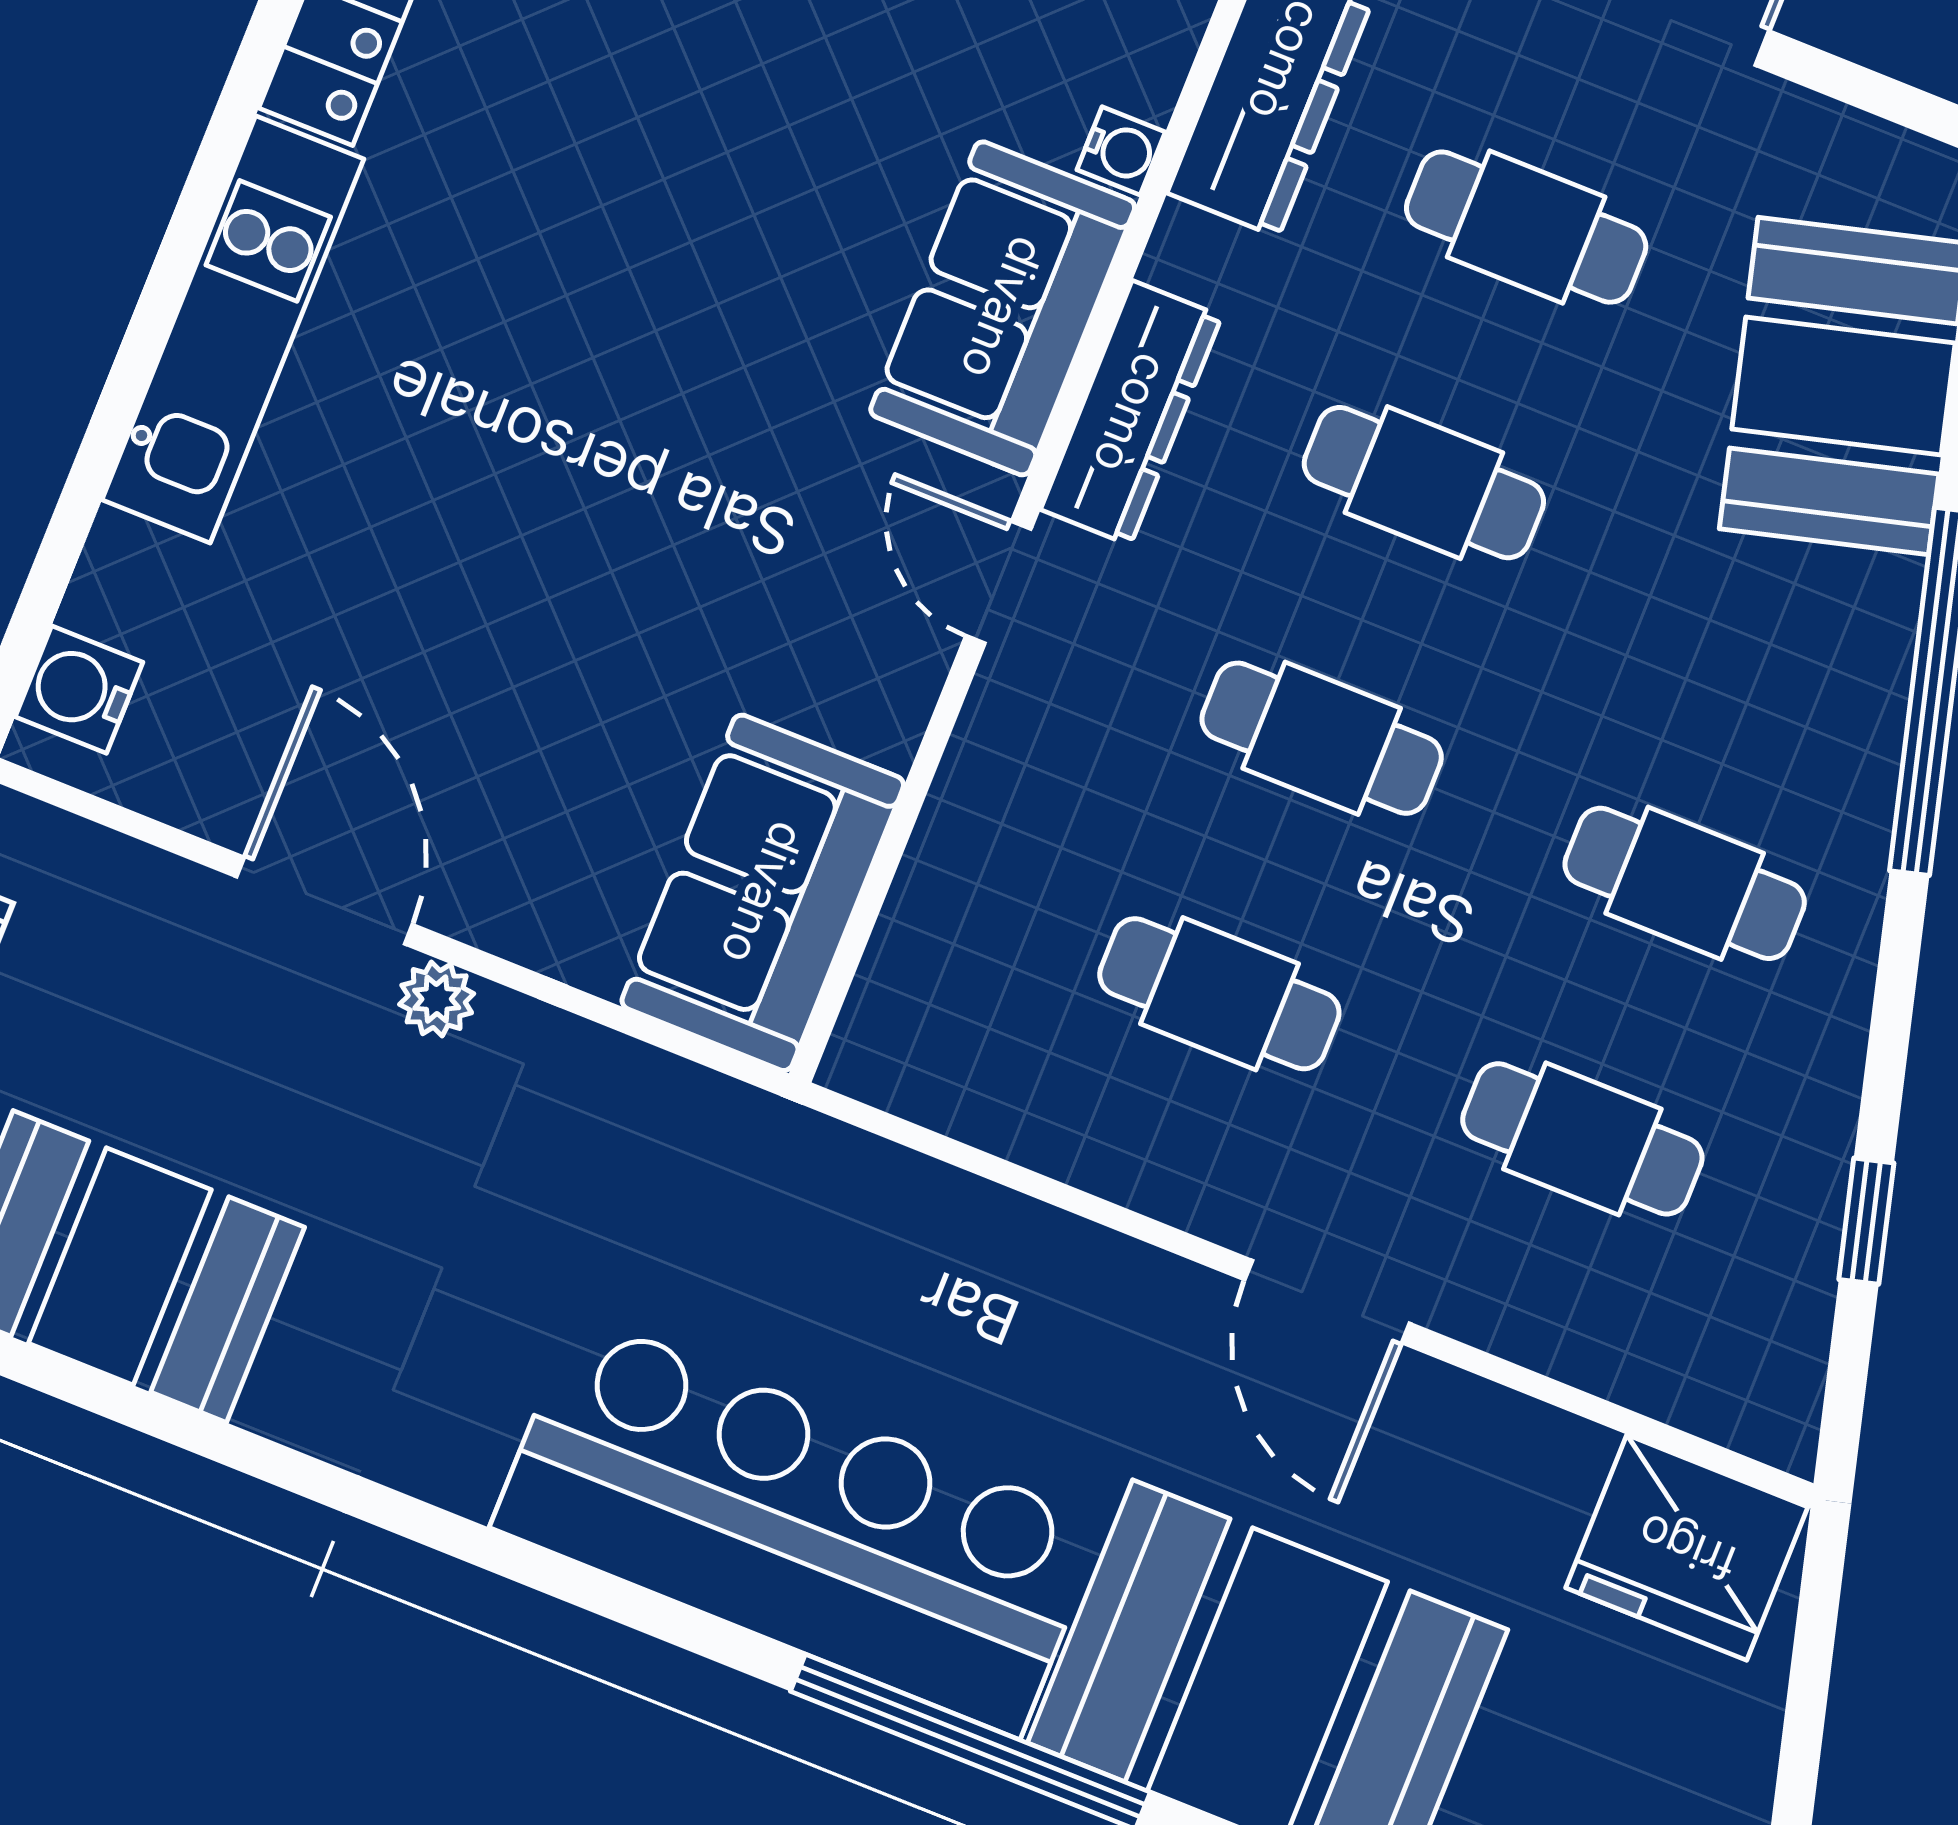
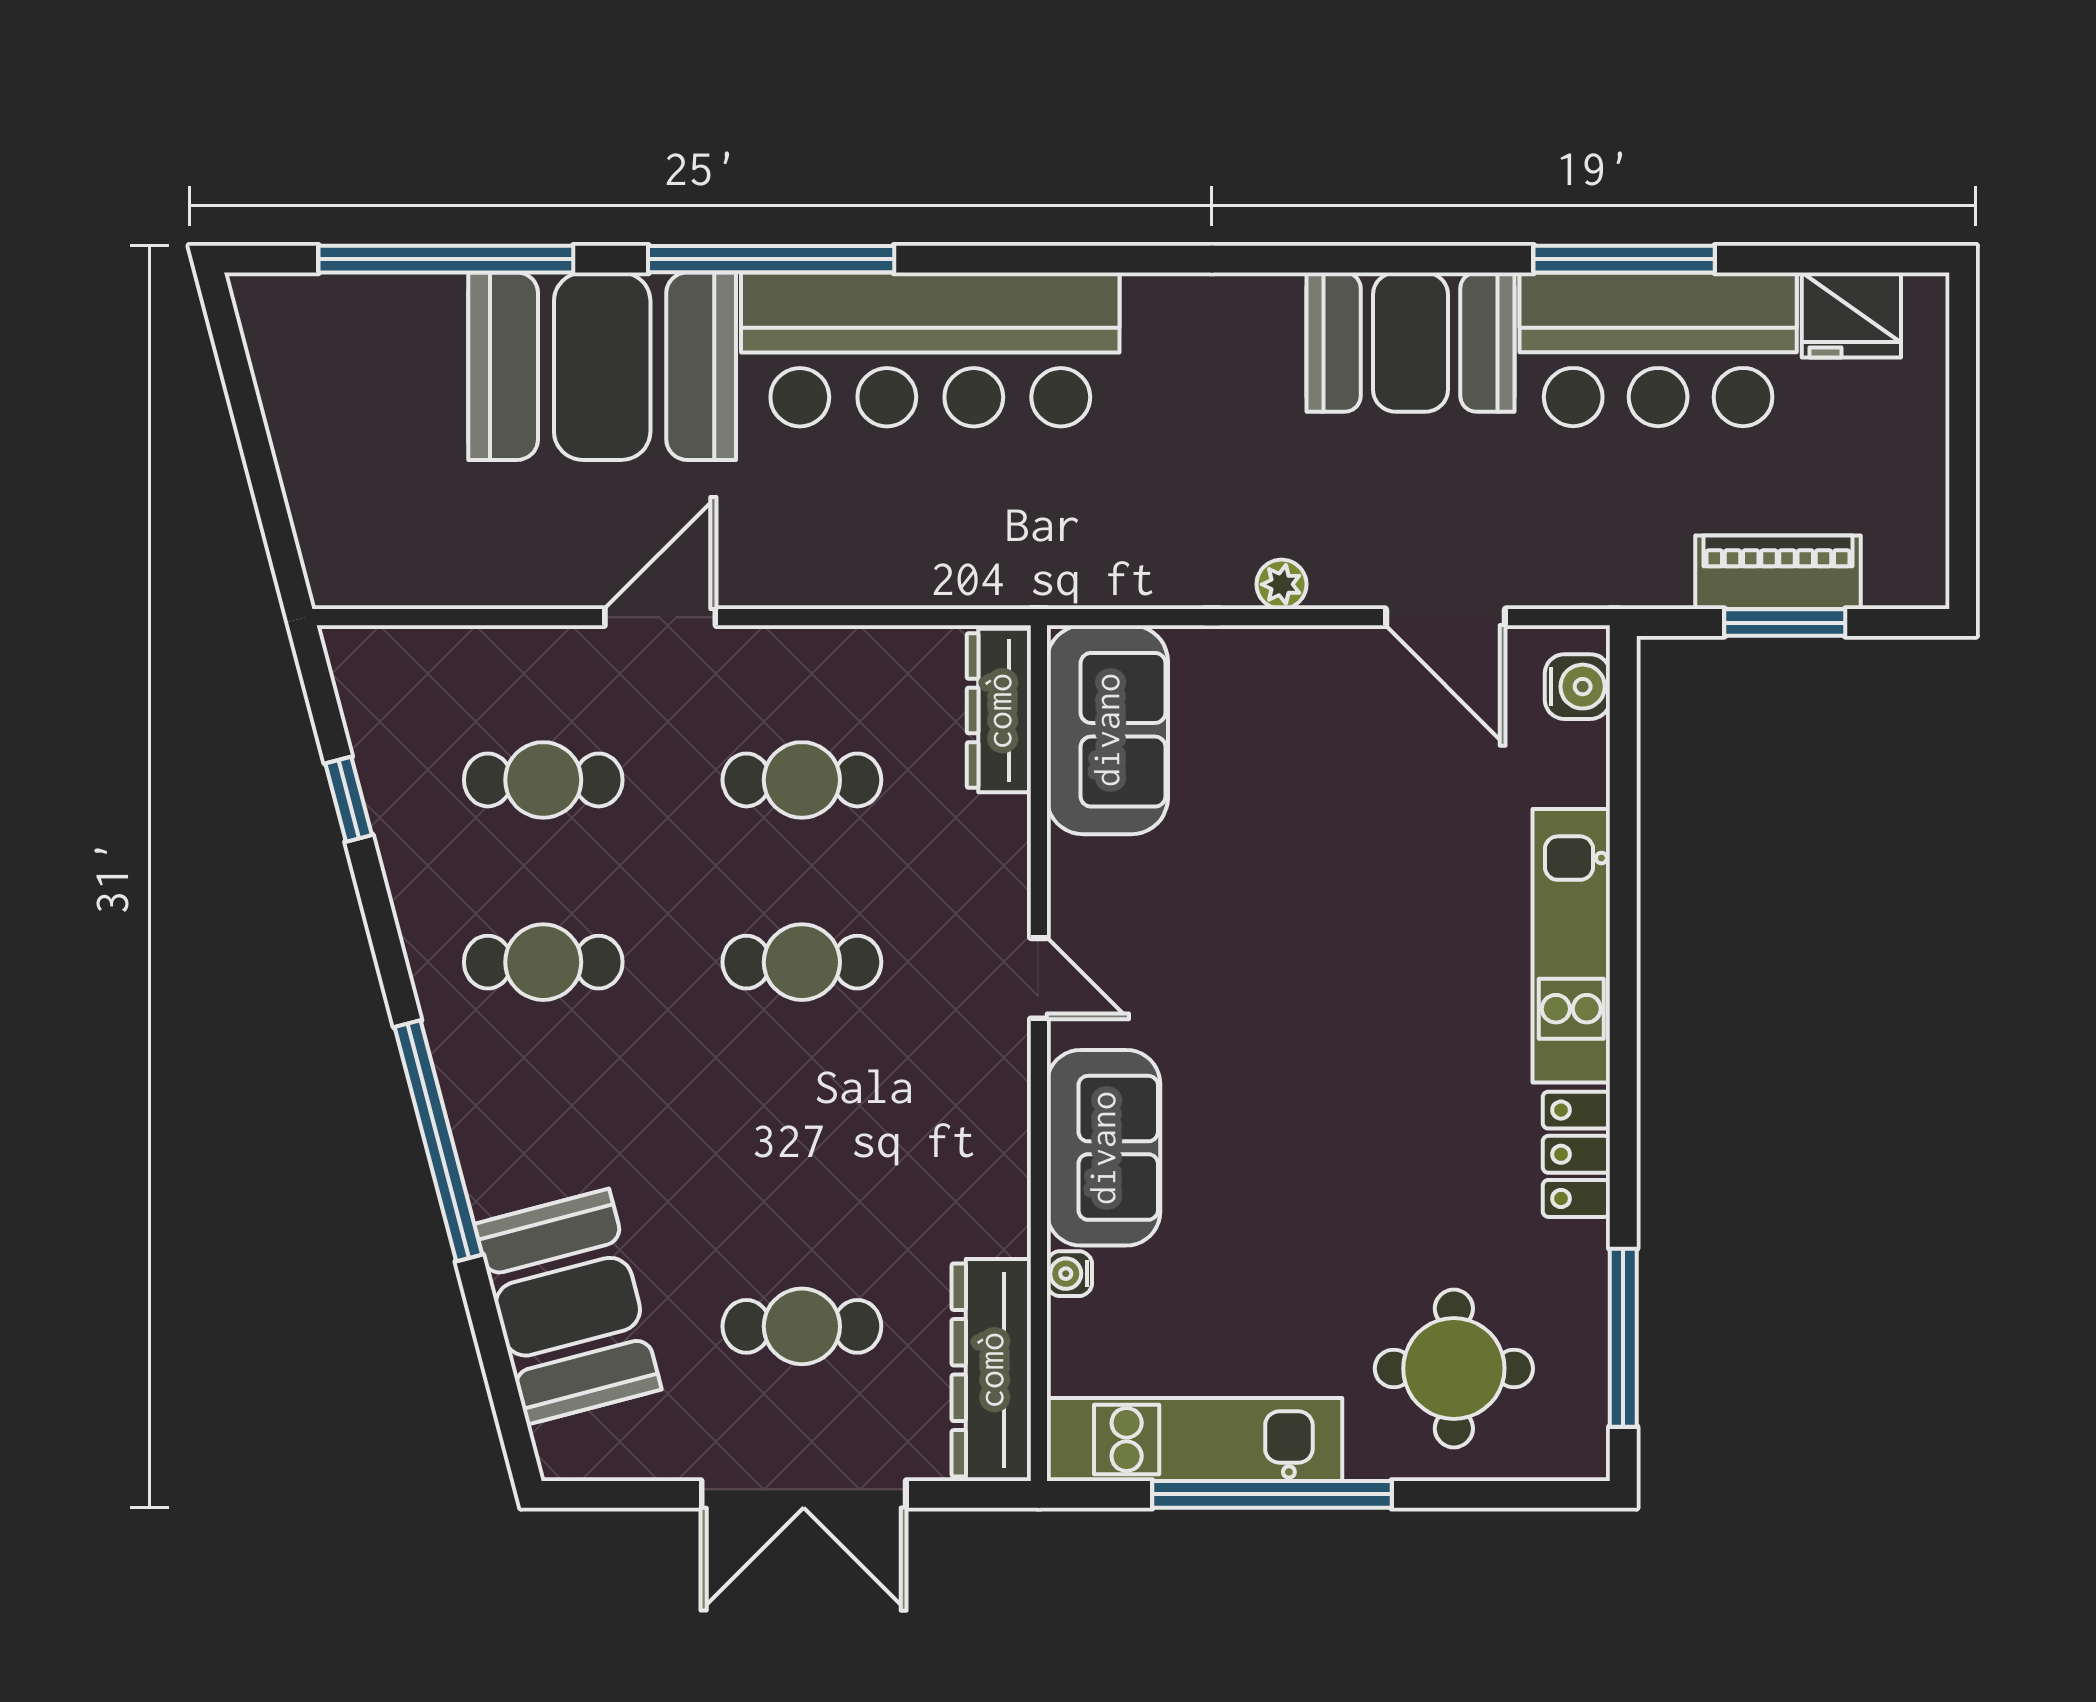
dresser: (1131, 413) -> (999, 711), moved
cafe table: (1424, 483) -> (802, 1144), removed
door: (325, 901) -> (1445, 617), moved
door: (1327, 1302) -> (660, 617), hinge flipped
fridge: (1687, 1547) -> (379, 555), removed

